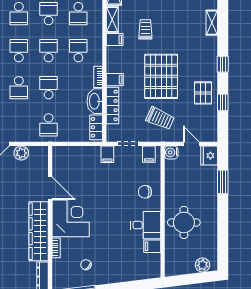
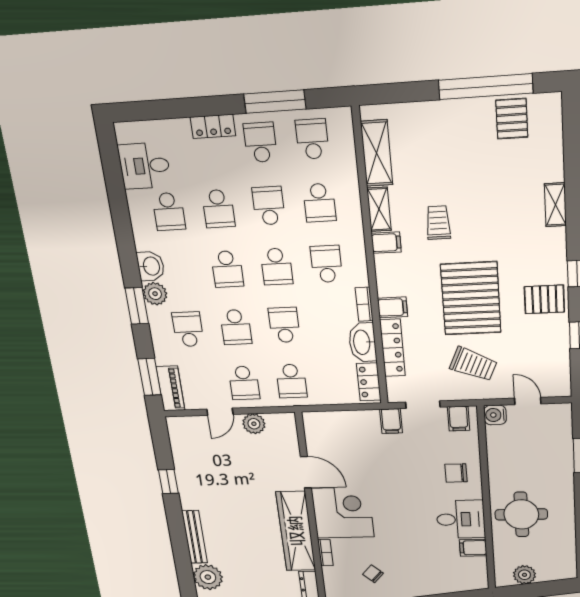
school desk: (19, 51) -> (227, 269), turned 180
school desk: (49, 51) -> (277, 267), turned 180
pallet: (203, 93) -> (544, 299), moved, turned 90
school desk: (19, 125) -> (244, 383), added
fridge: (209, 156) -> (558, 417), removed
plant: (203, 265) -> (524, 575), moved

